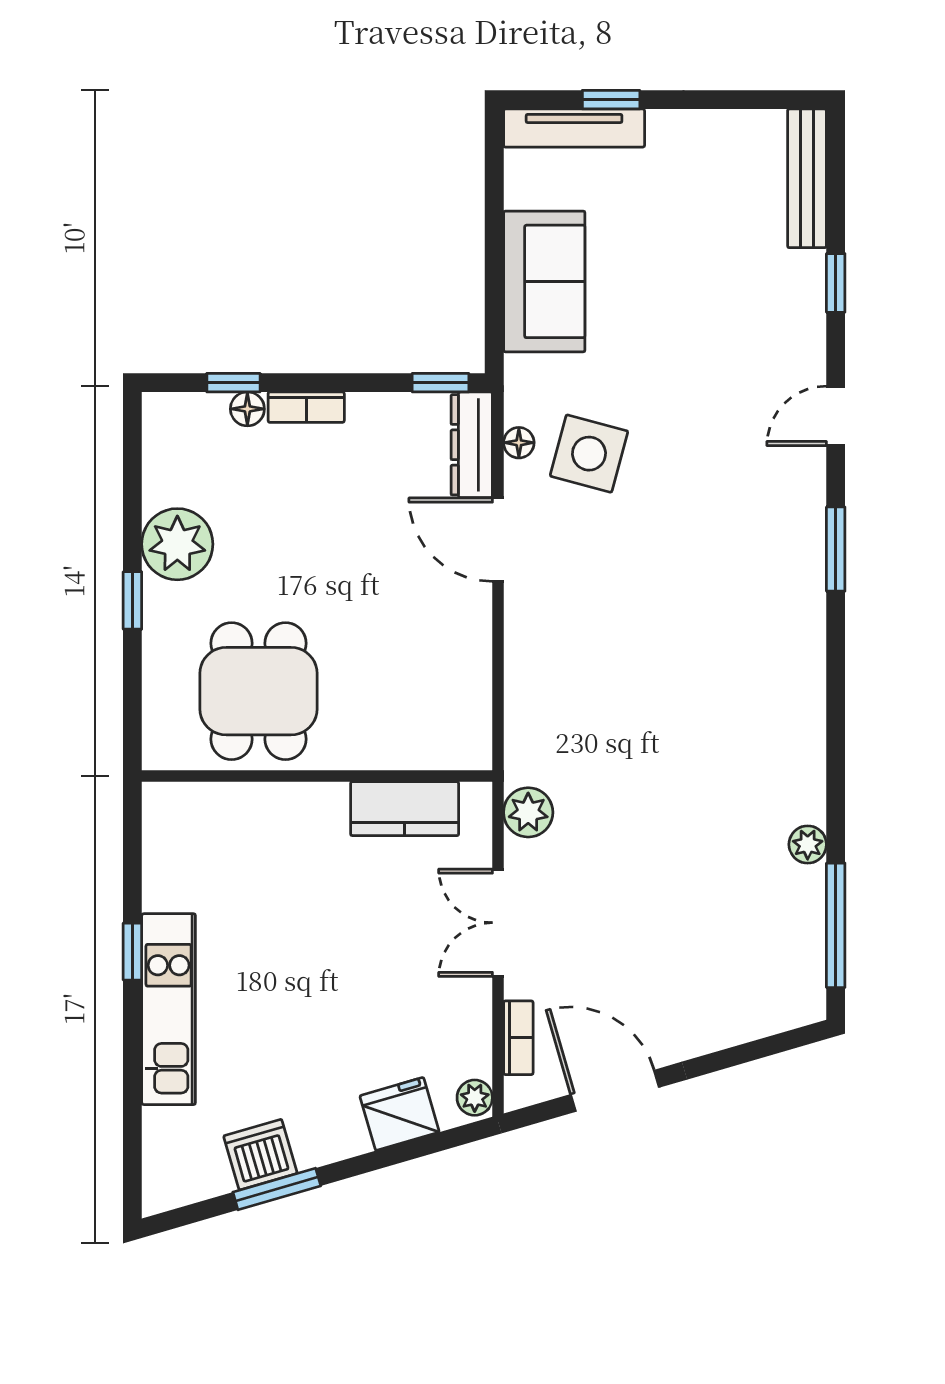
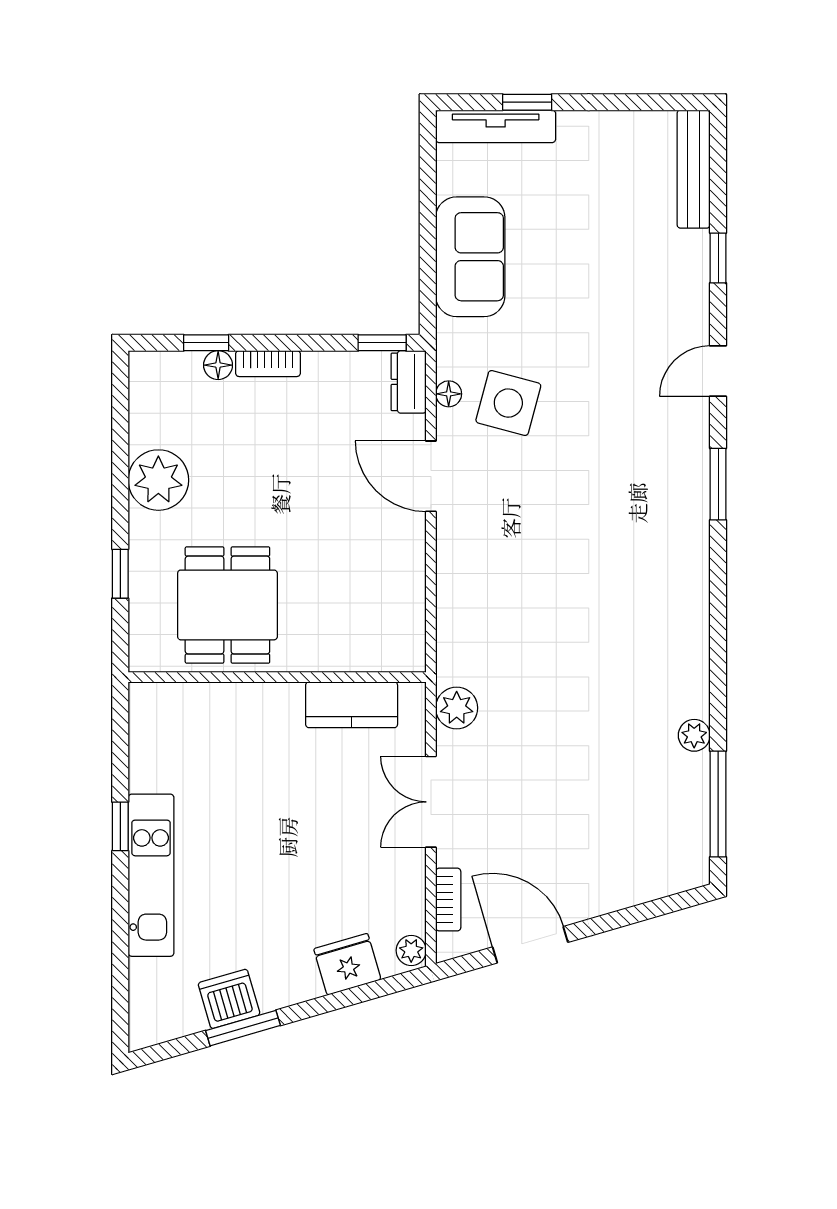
dresser: (472, 445) -> (409, 382), width x0.70
window: (132, 600) -> (120, 574), moved

